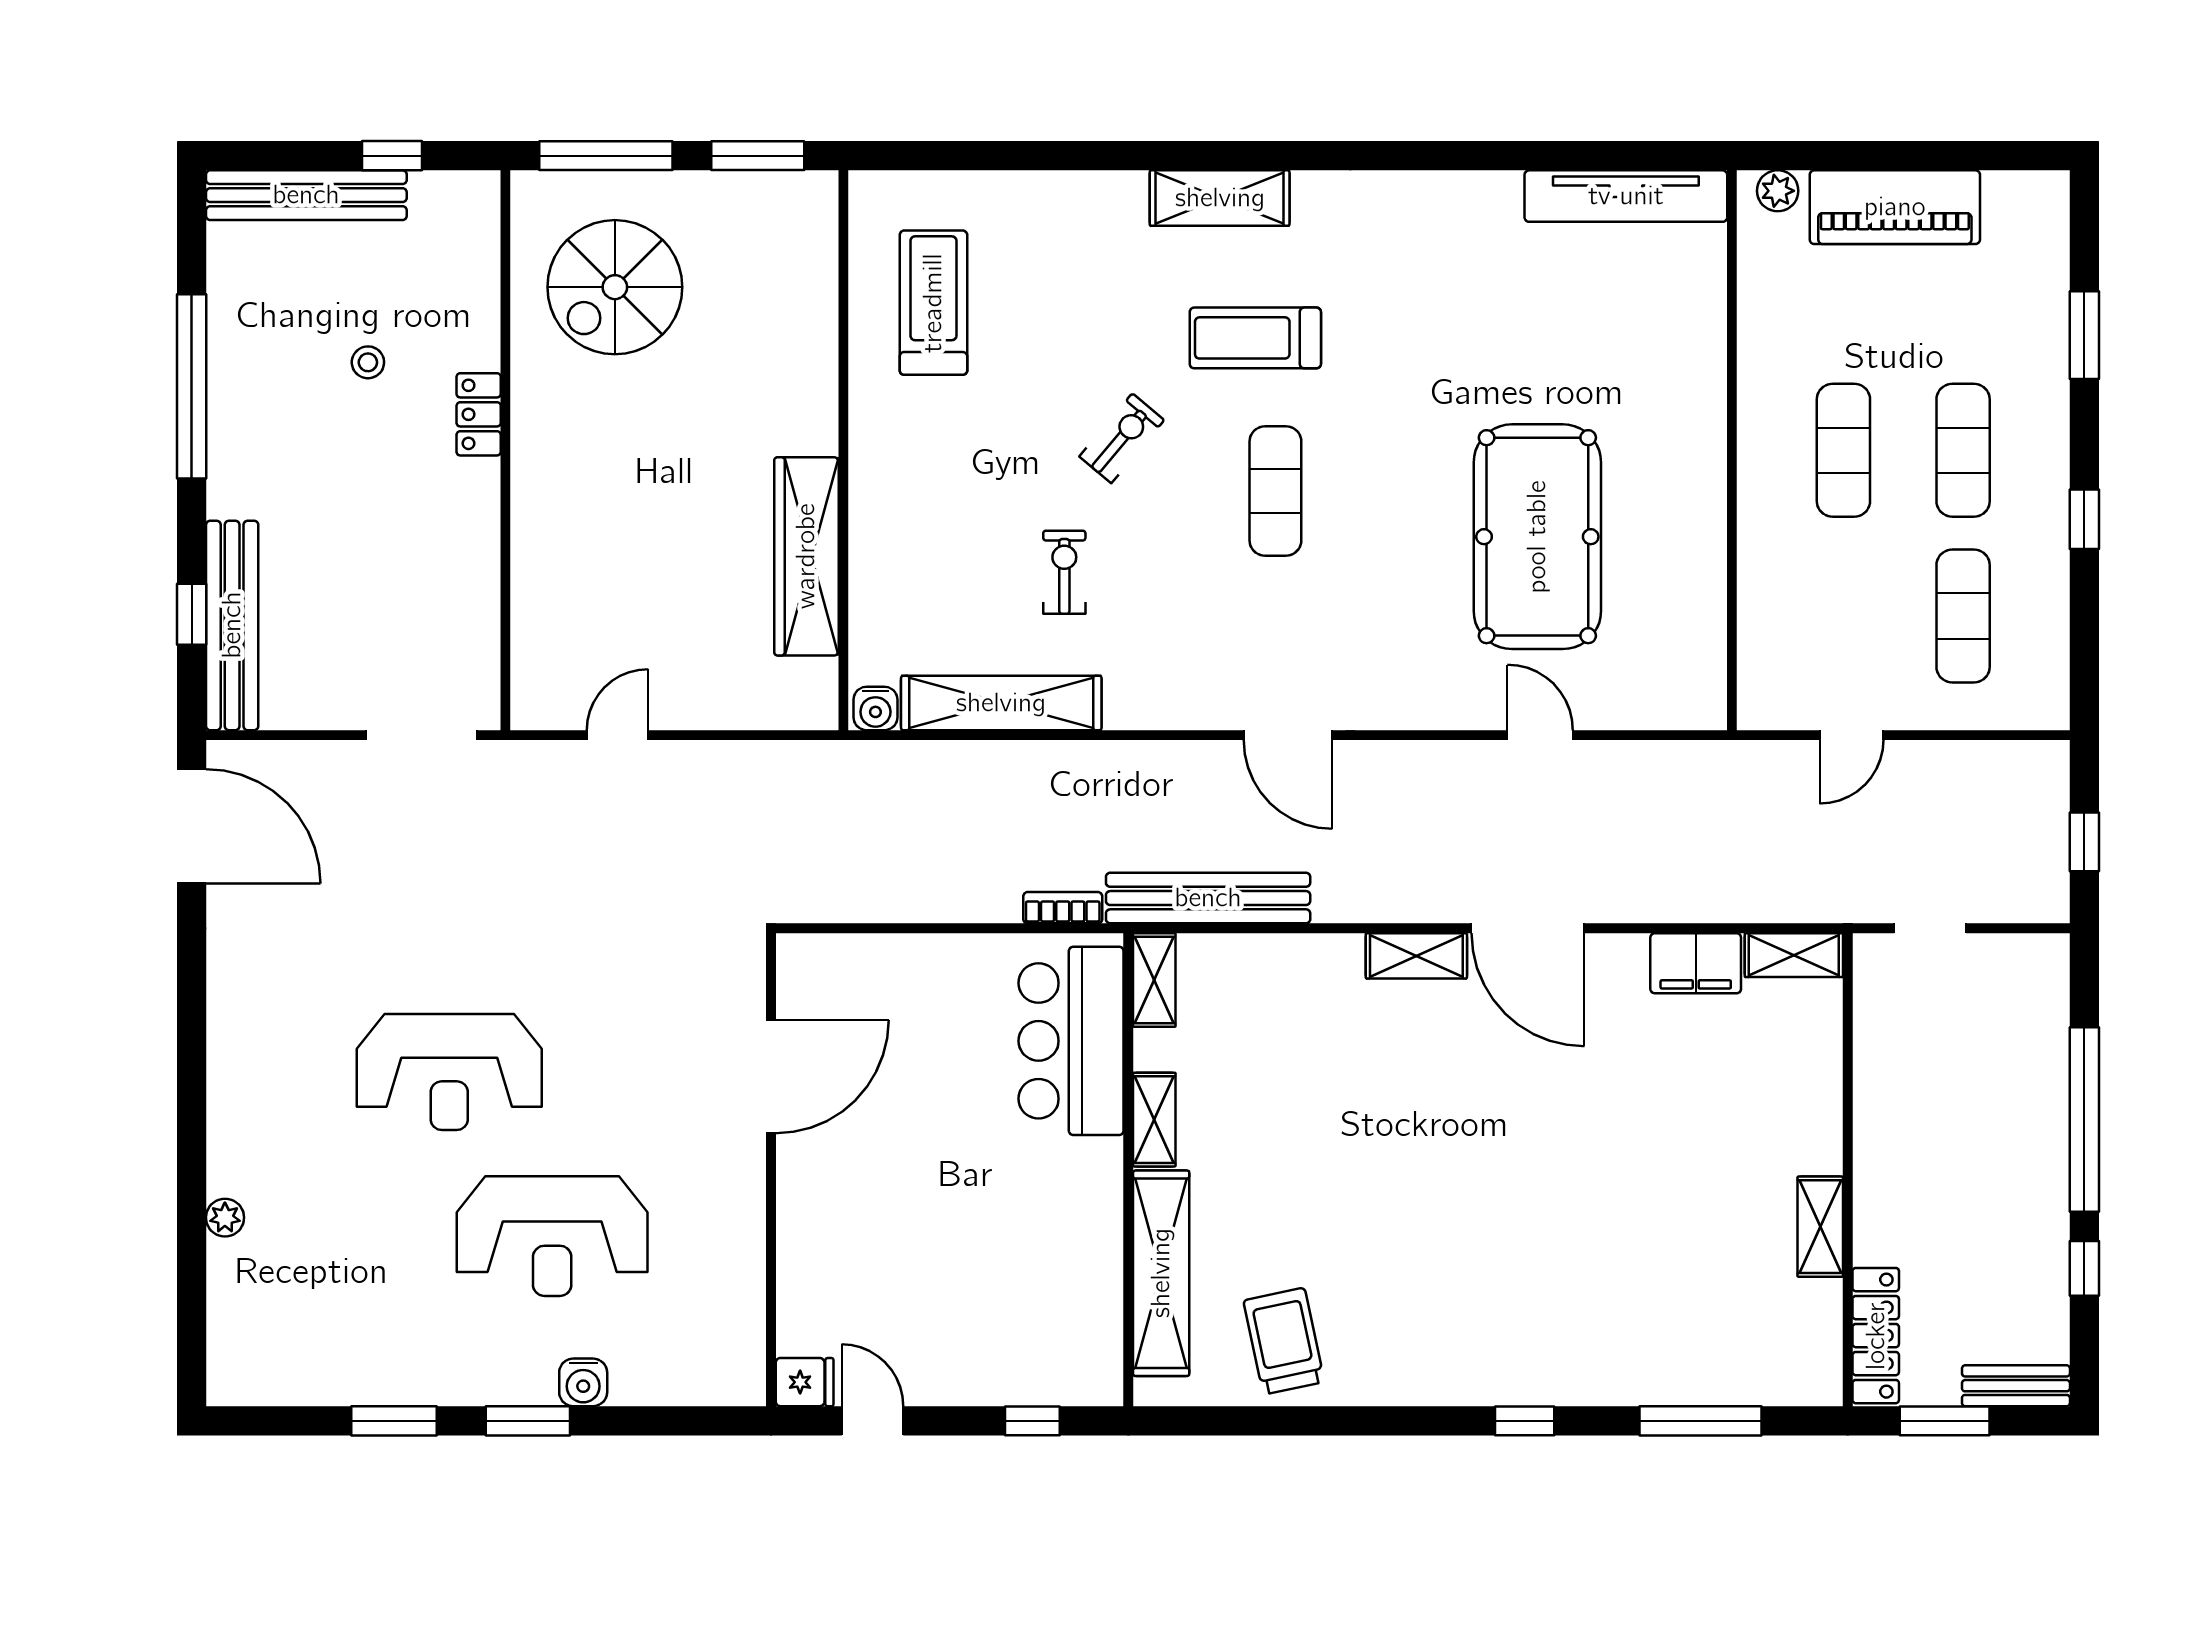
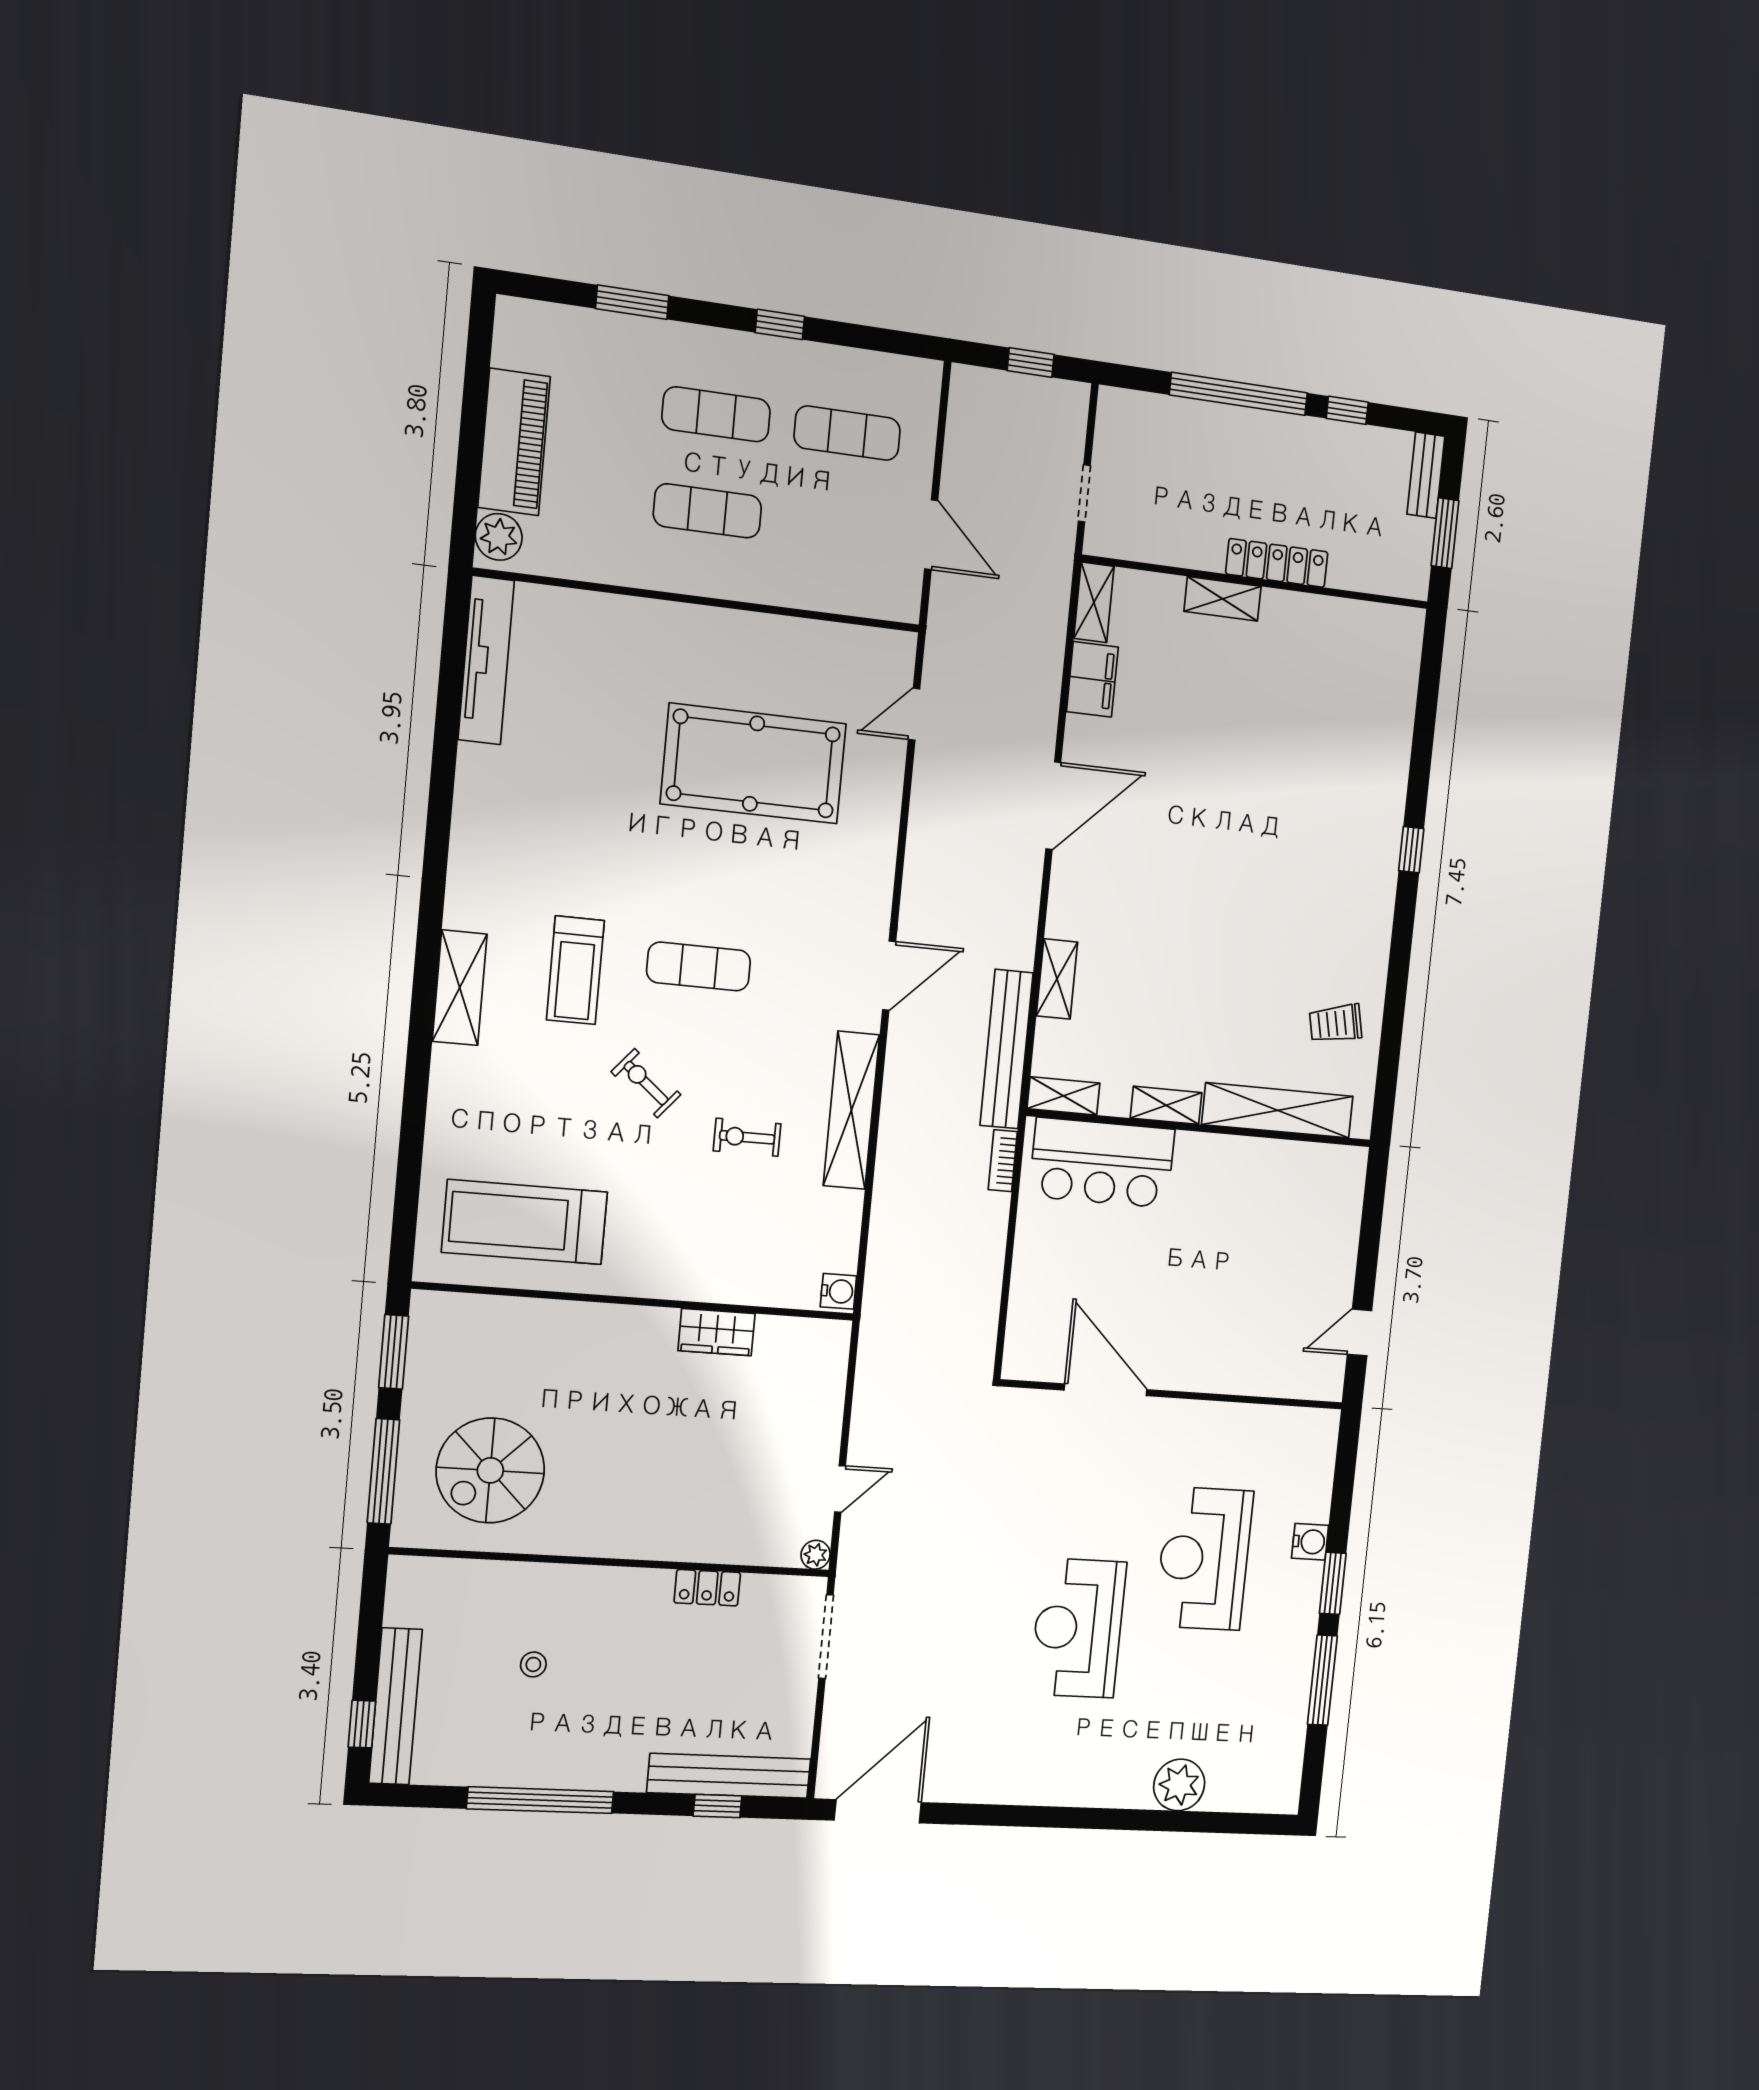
window: (392, 156) -> (362, 1724), moved
plant: (1778, 191) -> (499, 537), width x1.38, depth x1.38
spiral stairs: (615, 287) -> (490, 1470), turned 90
treadmill: (933, 303) -> (525, 1222), width x1.37, depth x1.37
locker: (479, 414) -> (707, 1588), moved
wardrobe: (806, 556) -> (717, 1332), width x0.48, depth x0.85
shelving: (1001, 703) -> (851, 1110), moved
plant: (529, 711) -> (816, 1555), added
door: (618, 735) -> (840, 1489), swing flipped
door: (1540, 735) -> (914, 714), moved
door: (1852, 735) -> (931, 535), width x1.38
shelving: (1416, 956) -> (1057, 979), moved
reception desk: (449, 1072) -> (1078, 1628), turned 180
plant: (225, 1218) -> (1179, 1785), width x1.87, depth x1.87
shelving: (1820, 1227) -> (1223, 599), moved
reception desk: (552, 1236) -> (1204, 1559), turned 180
locker: (1876, 1336) -> (1277, 563), moved
trolley: (1284, 1341) -> (1336, 1023), width x0.73, depth x0.72
fridge: (805, 1382) -> (1327, 1380), removed
window: (394, 1421) -> (1322, 1680), width x1.44
window: (1032, 1421) -> (1372, 1215), removed
window: (1701, 1421) -> (1425, 718), removed

